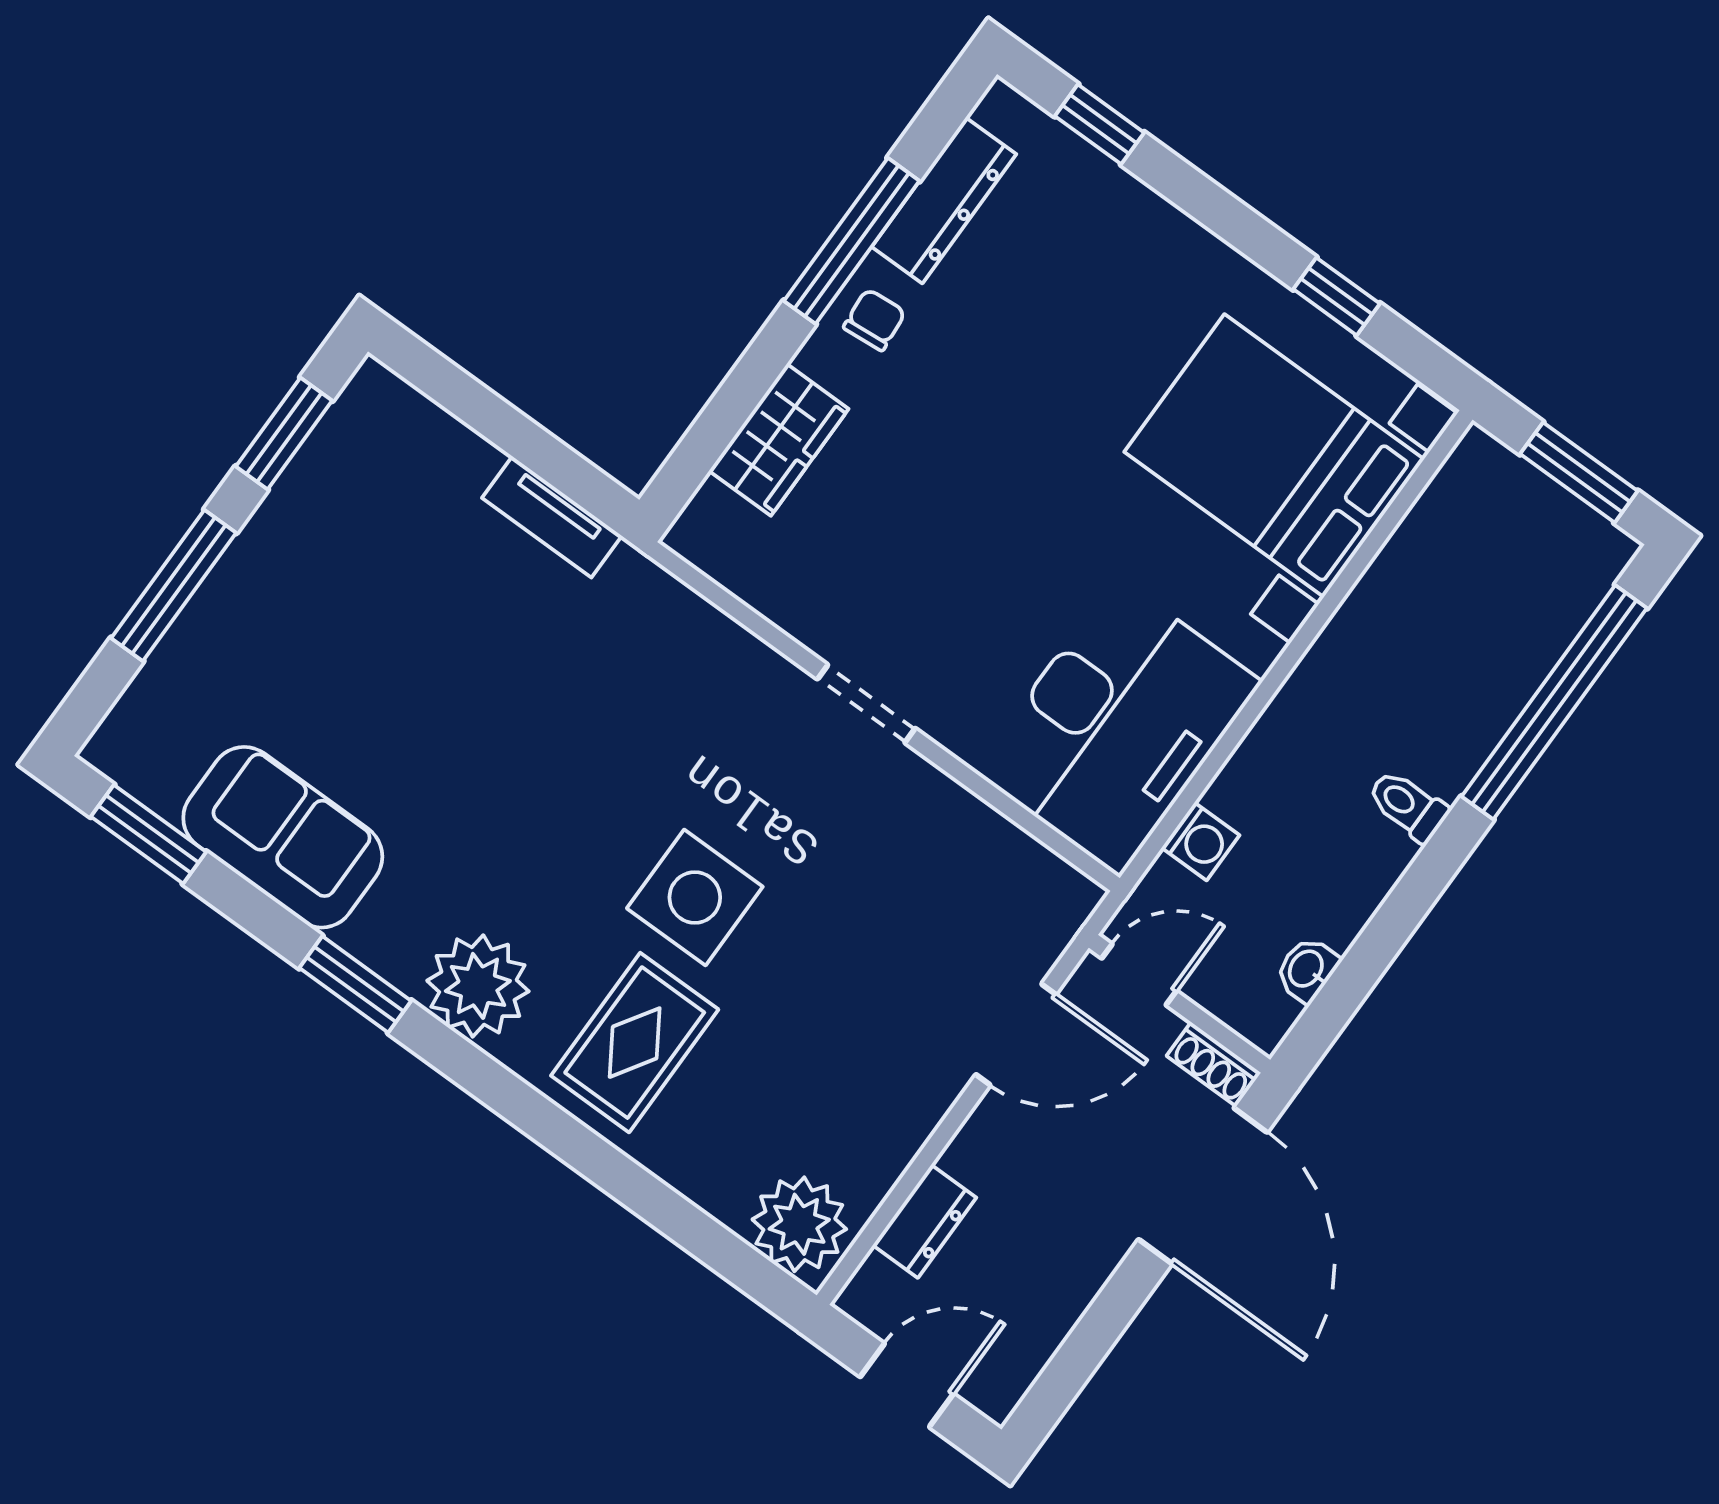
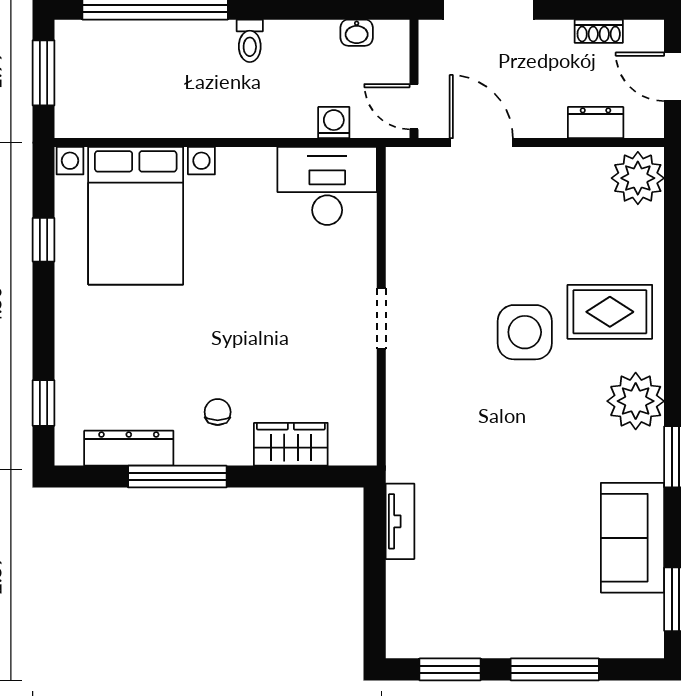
chair: (875, 320) -> (218, 412), moved, turned 95
desk: (1118, 726) -> (327, 186), width x0.73, depth x0.77
shoe rack: (1214, 1064) -> (599, 31), moved, turned 90

